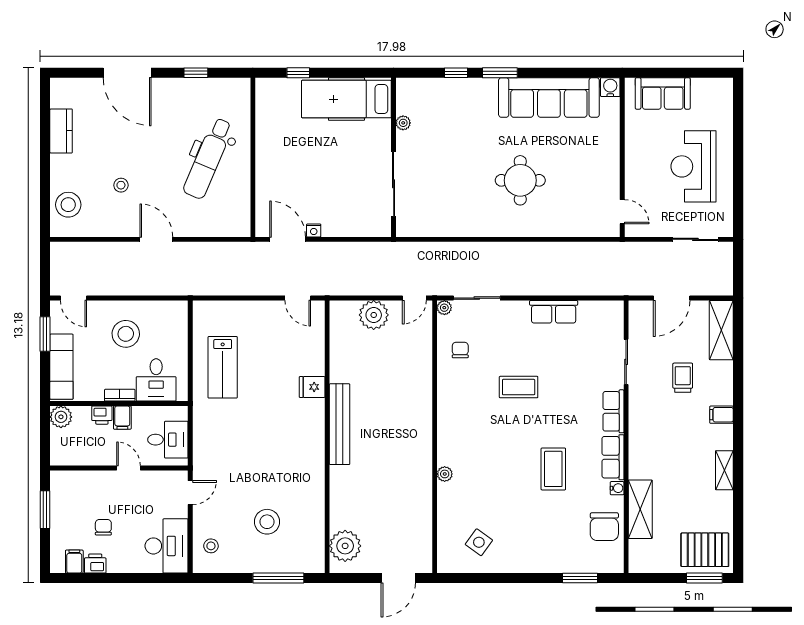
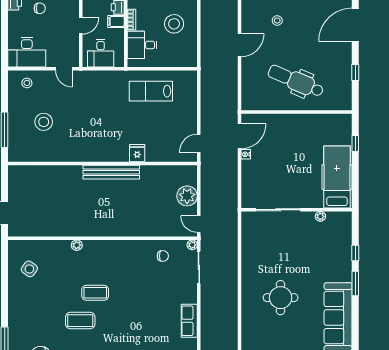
coffee table: (519, 387) -> (95, 293), moved, turned 90
plant: (345, 546) -> (27, 176), removed

